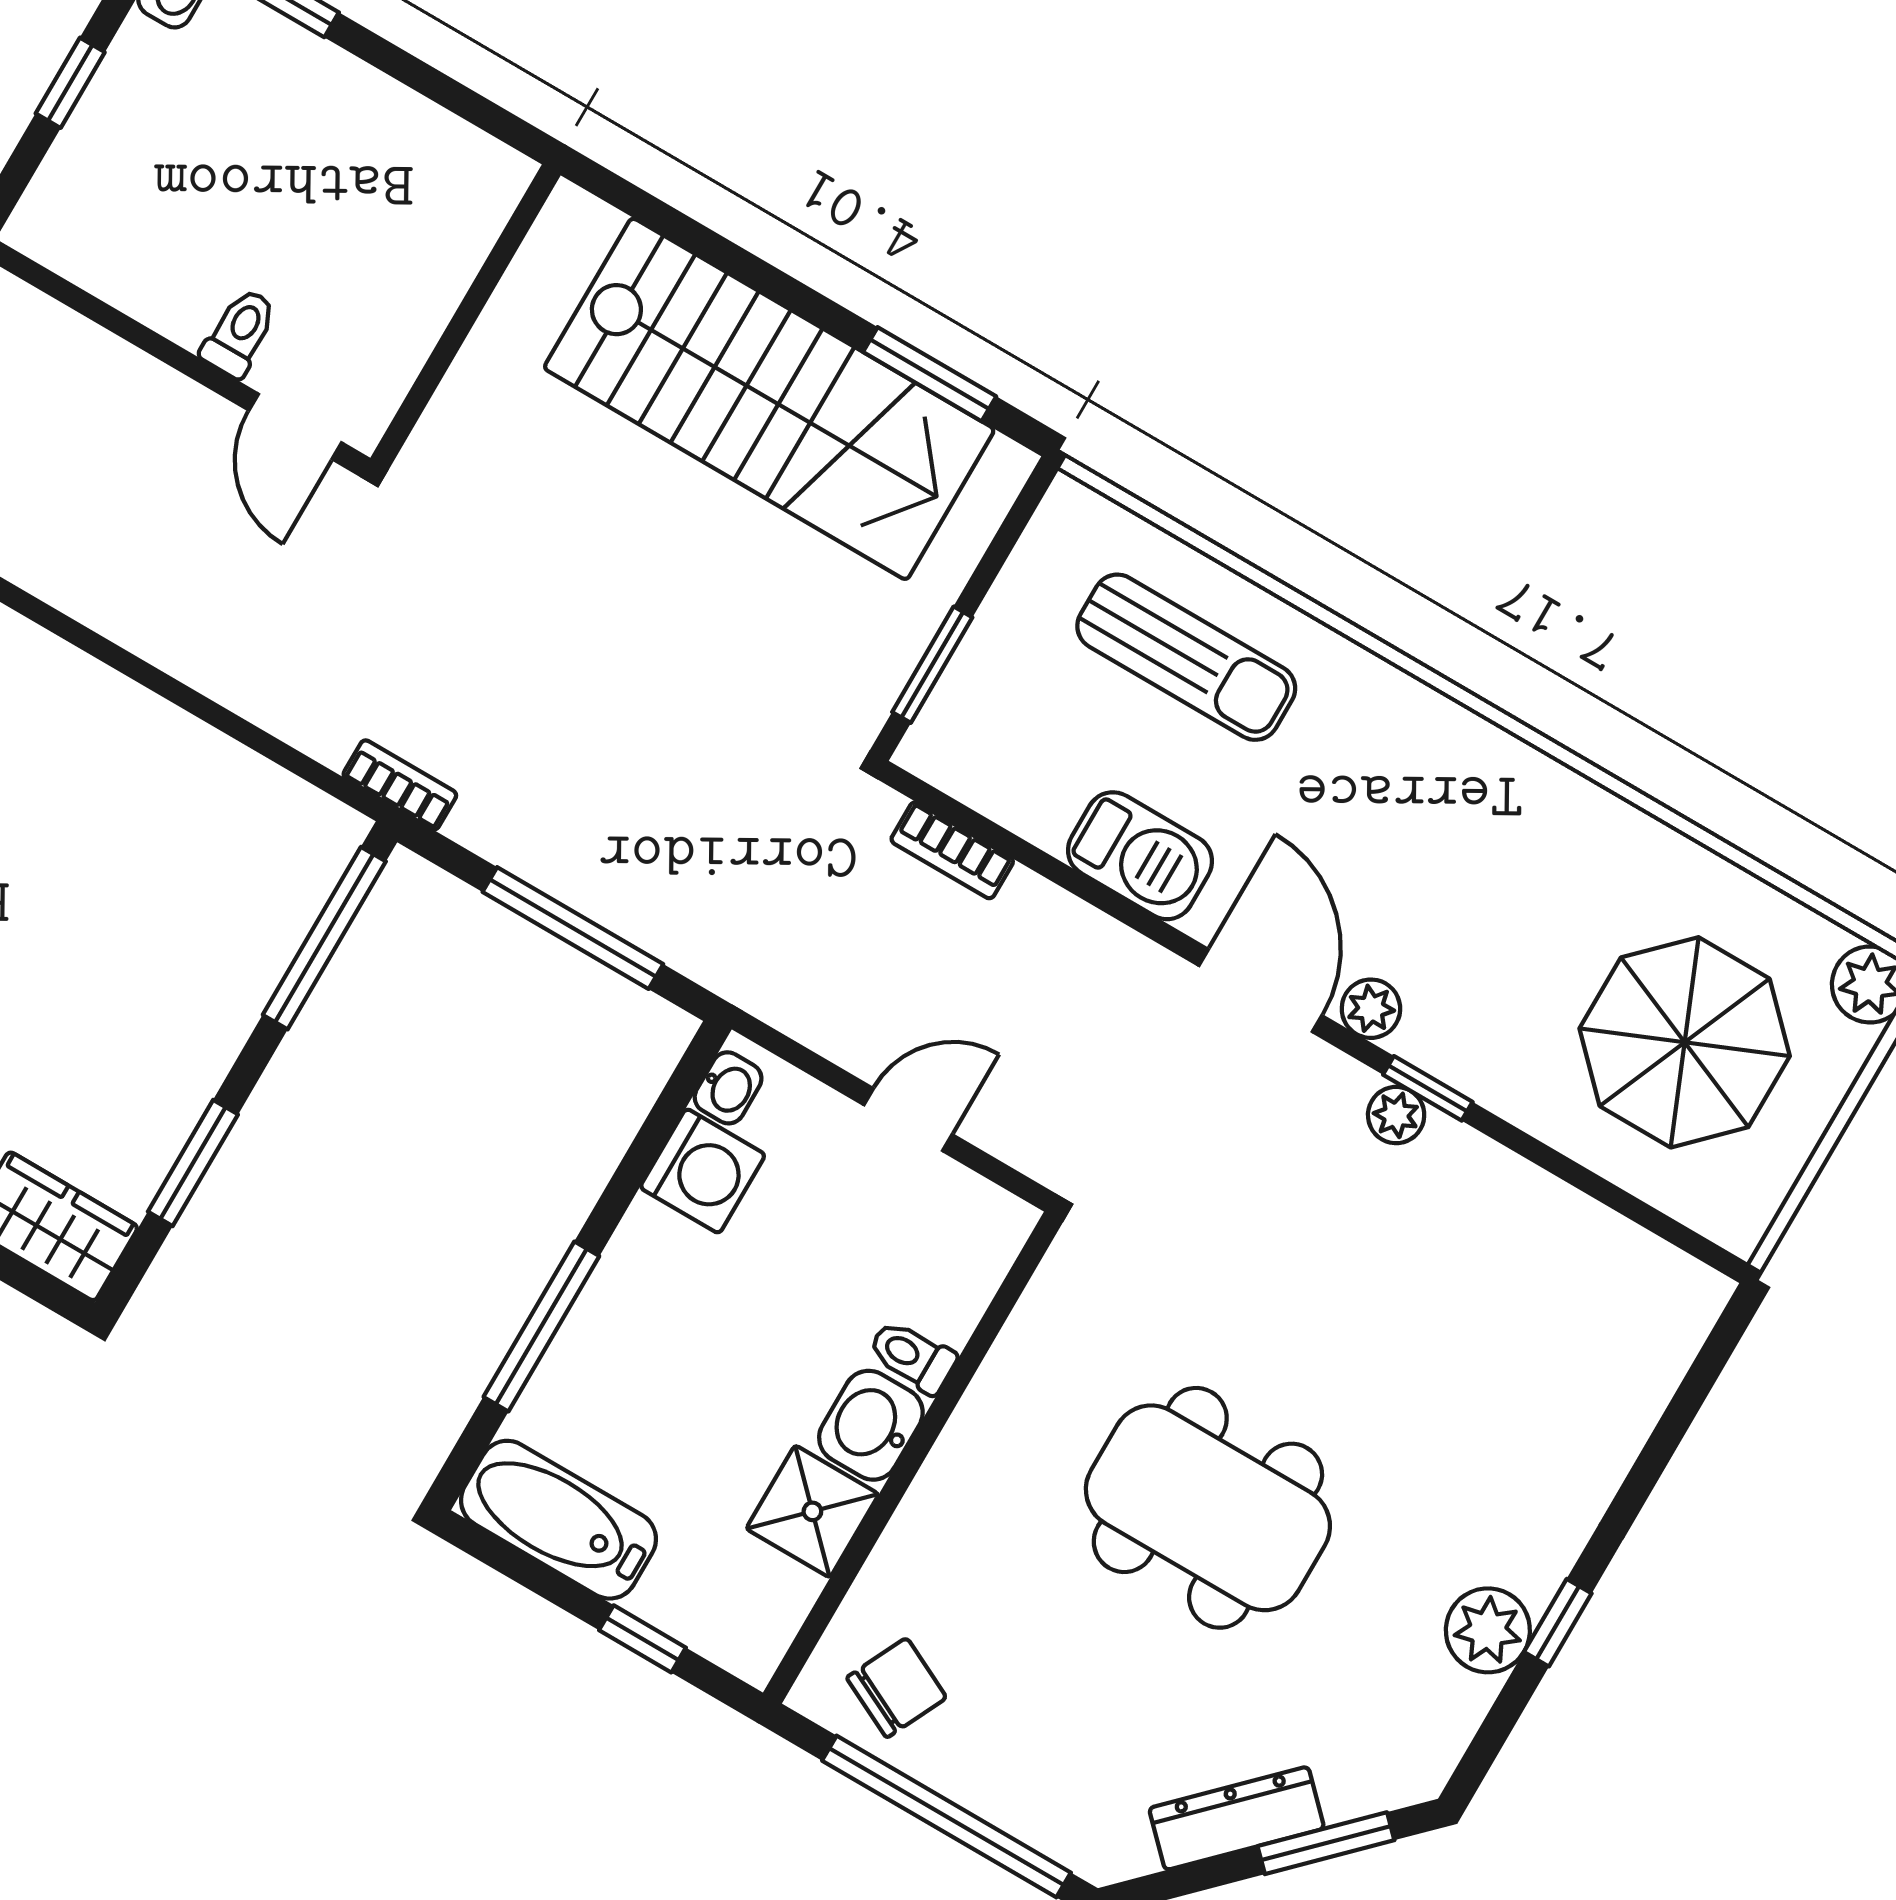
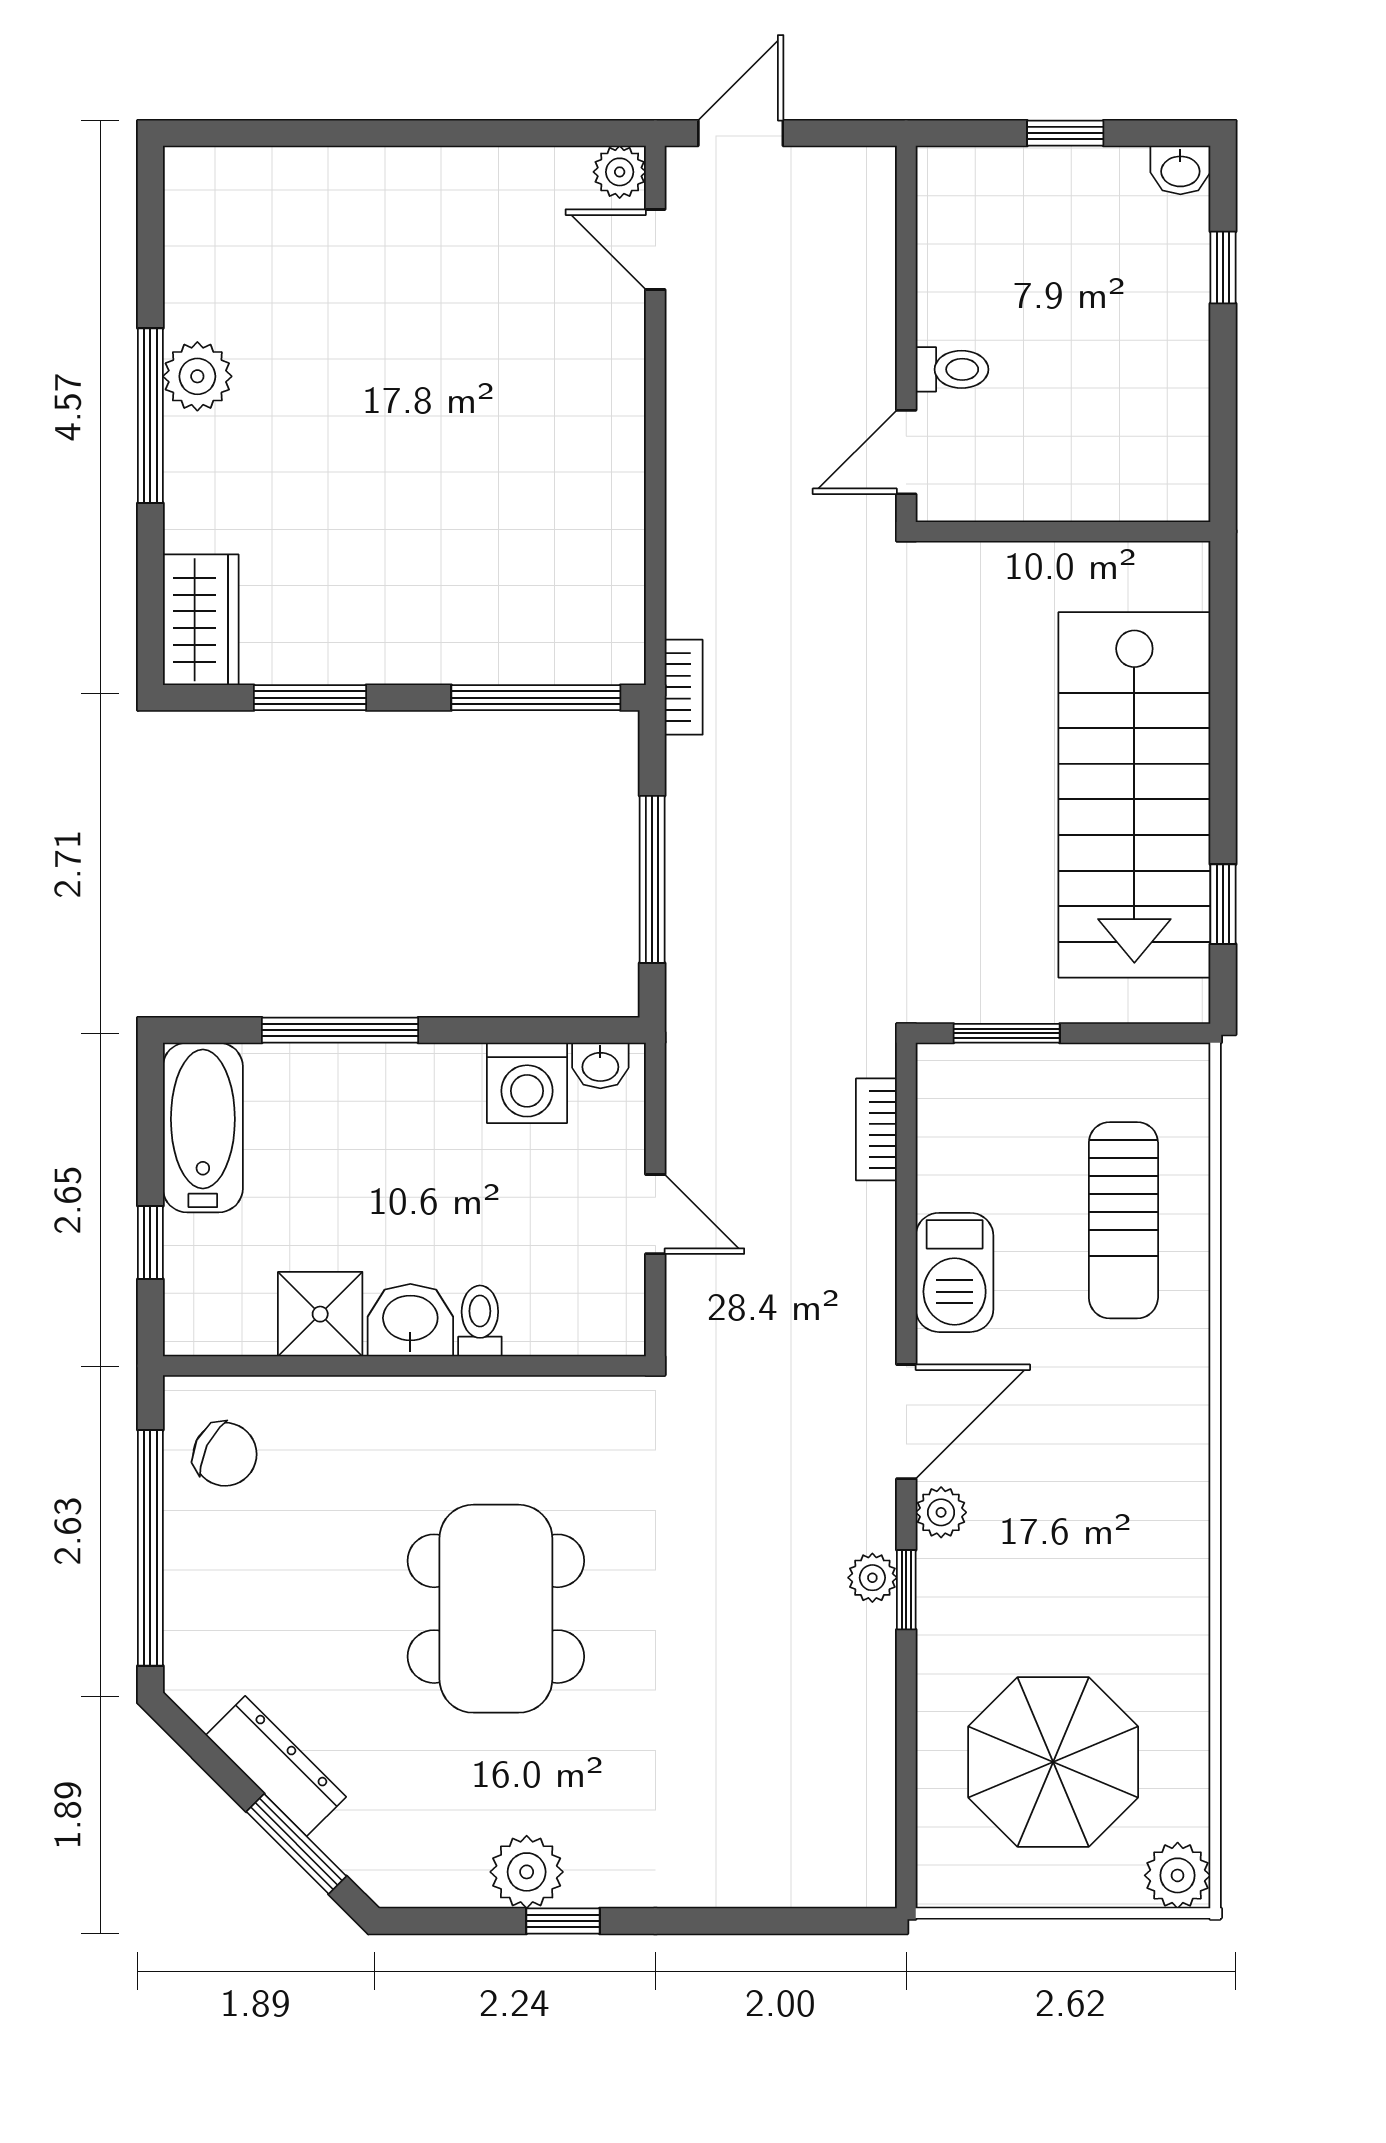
window: (930, 374) -> (1223, 904), width x0.67

